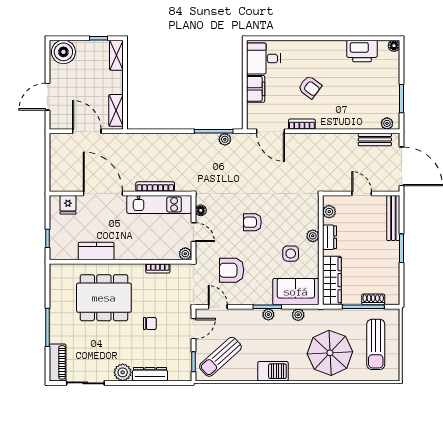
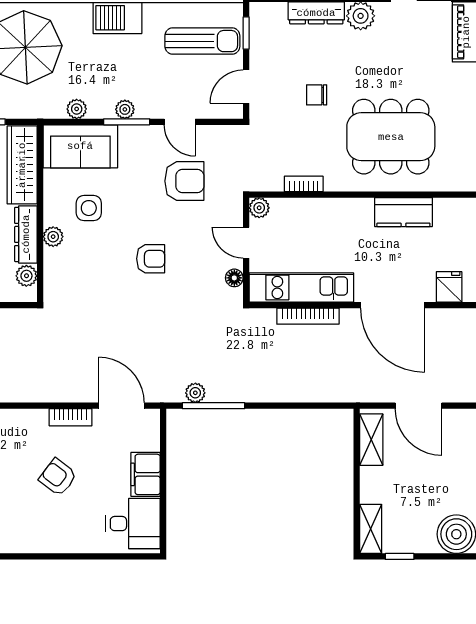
dresser: (330, 237) -> (26, 234), width x1.44
door: (218, 307) -> (180, 122), moved
sun lounger: (220, 357) -> (202, 41), turned 42

